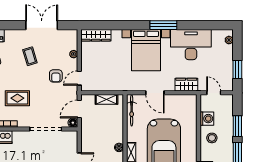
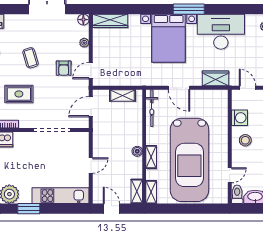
coffee table: (30, 56) -> (31, 58), moved
floor lamp: (73, 123) -> (83, 20), moved

